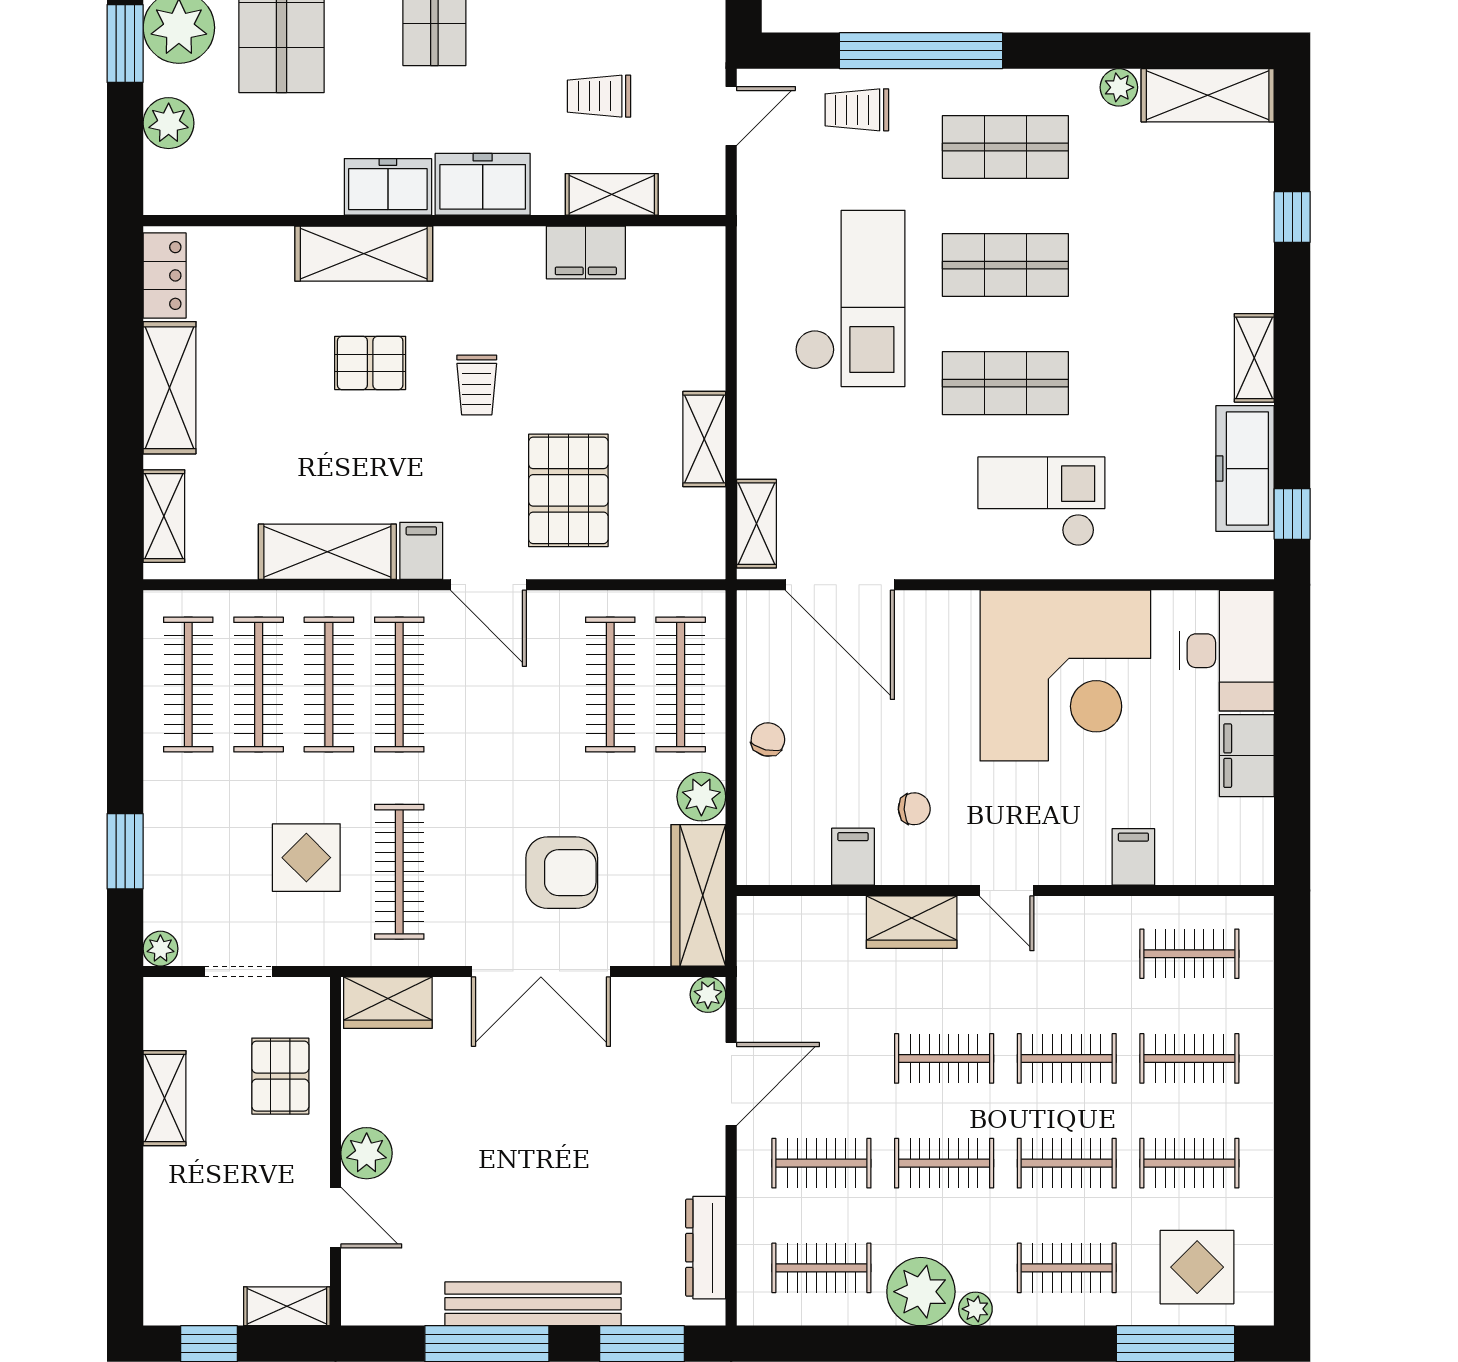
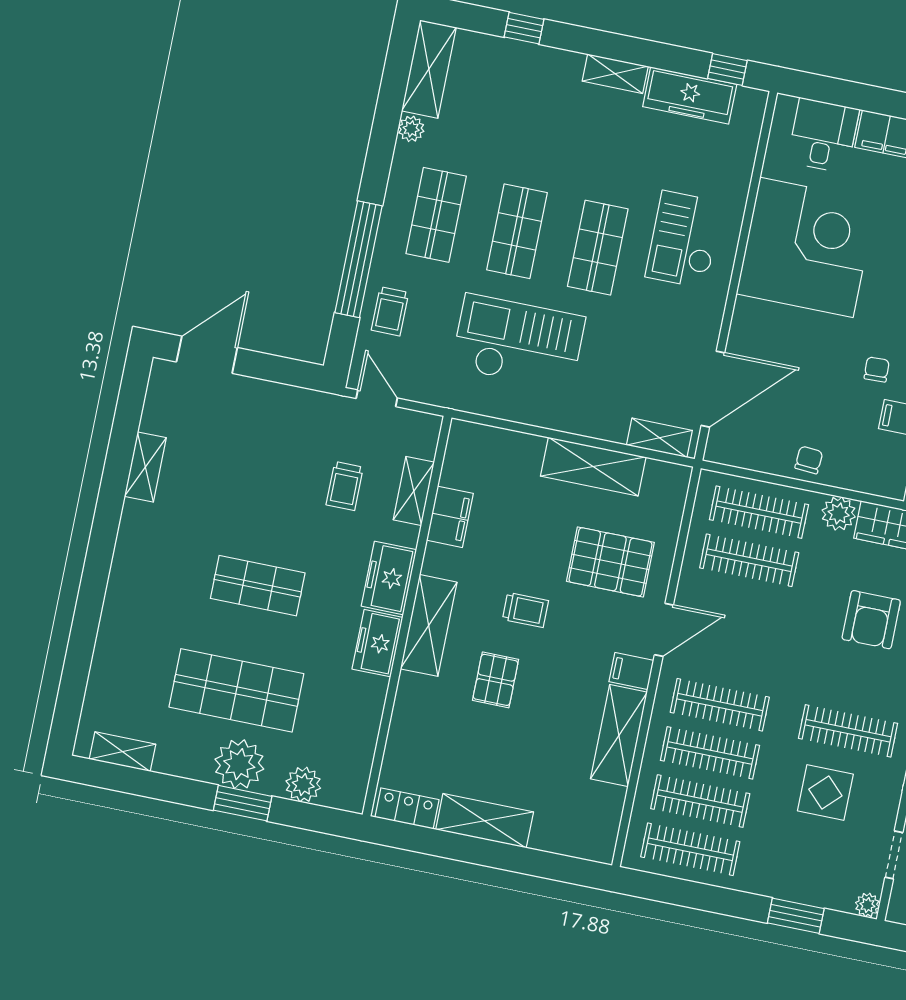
shelving: (364, 254) -> (429, 625), moved
shelving: (704, 439) -> (593, 467), width x1.50, depth x1.33
shelving: (164, 516) -> (572, 842), removed
desk: (1227, 651) -> (823, 136), width x0.73
chair: (768, 739) -> (809, 460), turned 80
armchair: (562, 873) -> (871, 620), turned 180

